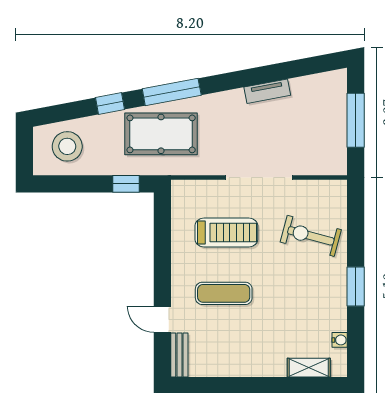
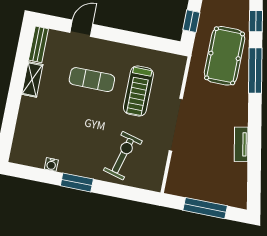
exercise mat: (224, 293) -> (92, 80), turned 90
water cooler: (340, 340) -> (51, 164), moved
bench: (179, 355) -> (38, 44), moved, turned 90
shelving: (309, 368) -> (32, 79), moved

